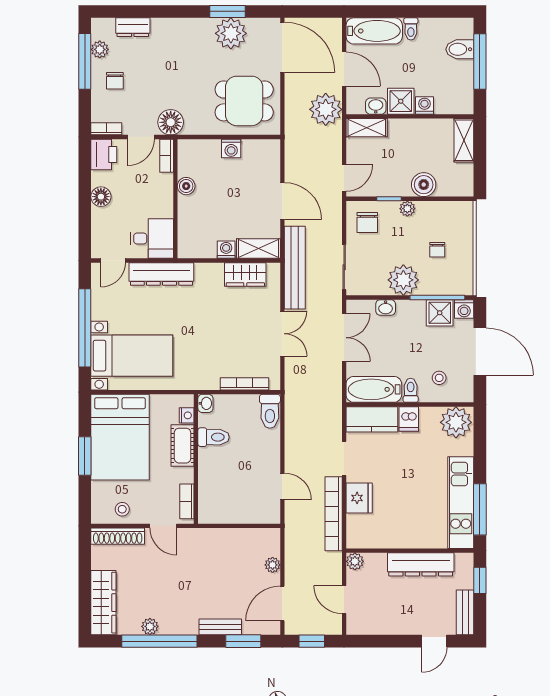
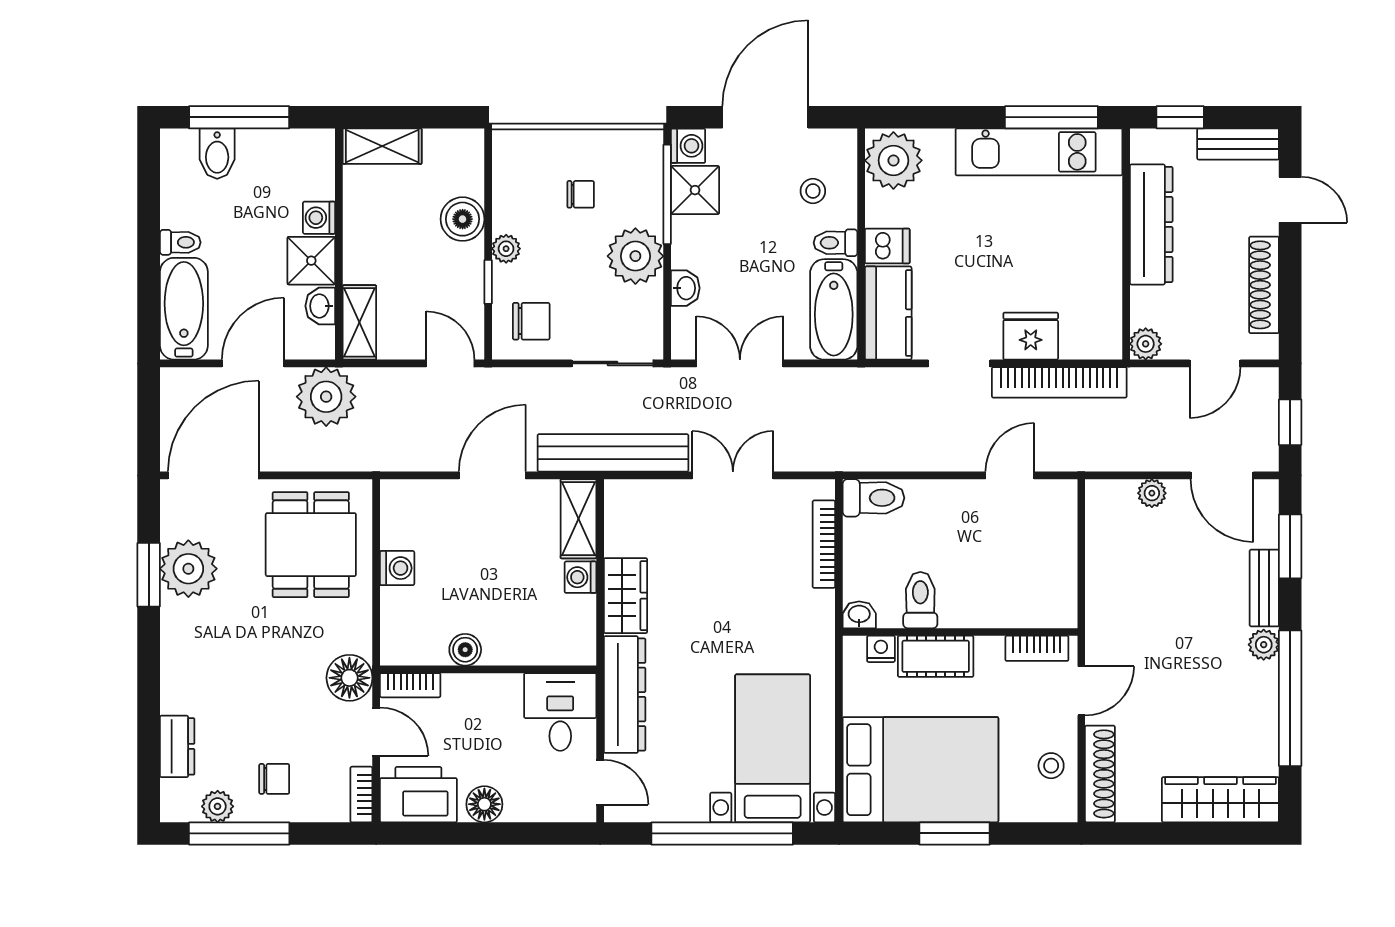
printer: (104, 155) -> (418, 795), width x1.37, depth x1.19
wardrobe: (245, 274) -> (626, 596), moved
plant: (150, 626) -> (1264, 645), moved
shoe rack: (387, 627) -> (1264, 285), added

